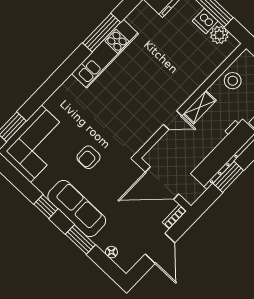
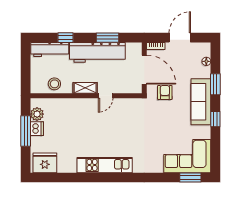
window: (102, 33) -> (95, 177), removed
door: (173, 120) -> (106, 96), swing flipped
armchair: (89, 157) -> (165, 92), moved, turned -90

